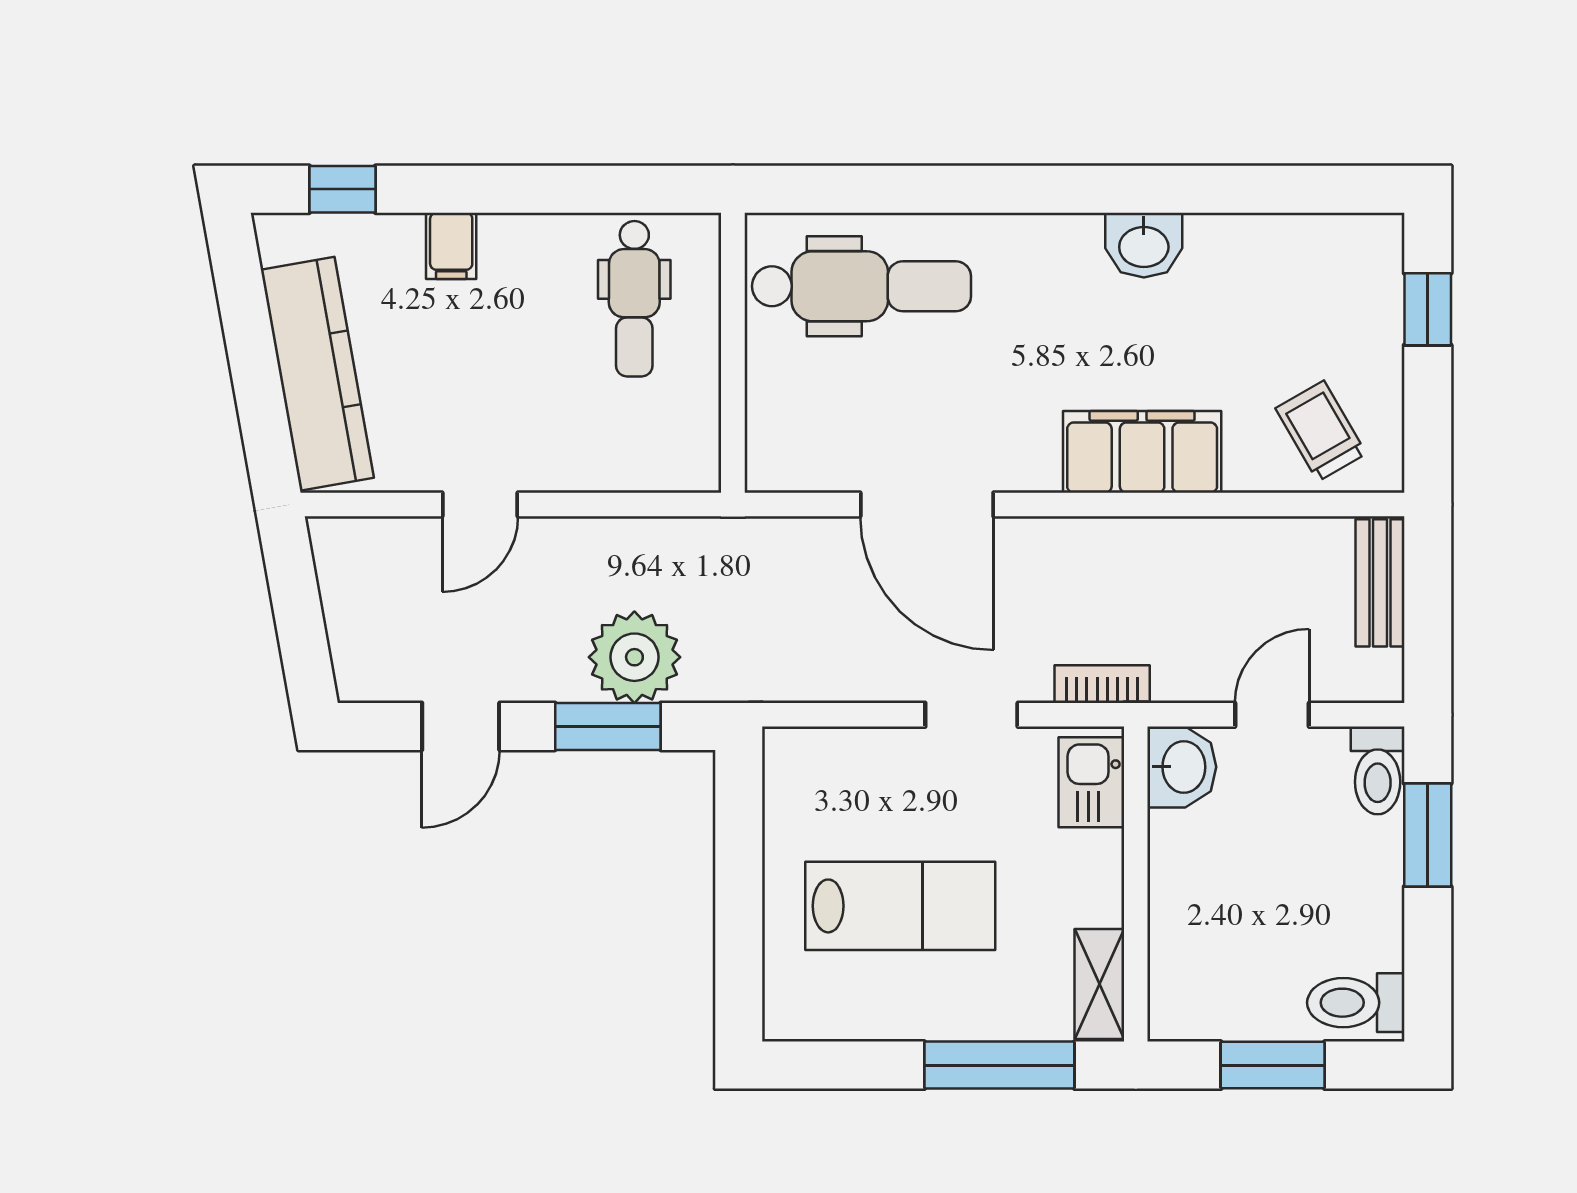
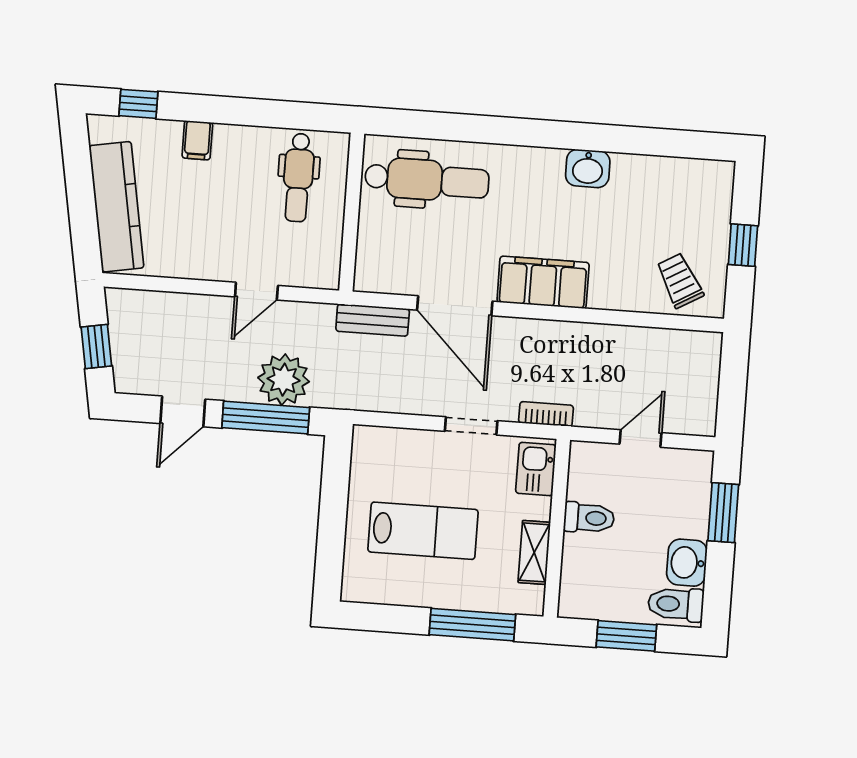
window: (1428, 309) -> (743, 245), moved
filing cabinet: (1142, 452) -> (543, 282), moved
door: (480, 505) -> (256, 291), moved
bench: (1380, 583) -> (373, 320), moved, turned 90
window: (300, 623) -> (96, 346), added
window: (608, 726) -> (266, 418), width x1.44
washbasin: (1182, 767) -> (687, 563), moved, turned 180
toilet: (1378, 770) -> (589, 518), moved, turned -90
shelving: (1099, 984) -> (534, 552), moved

